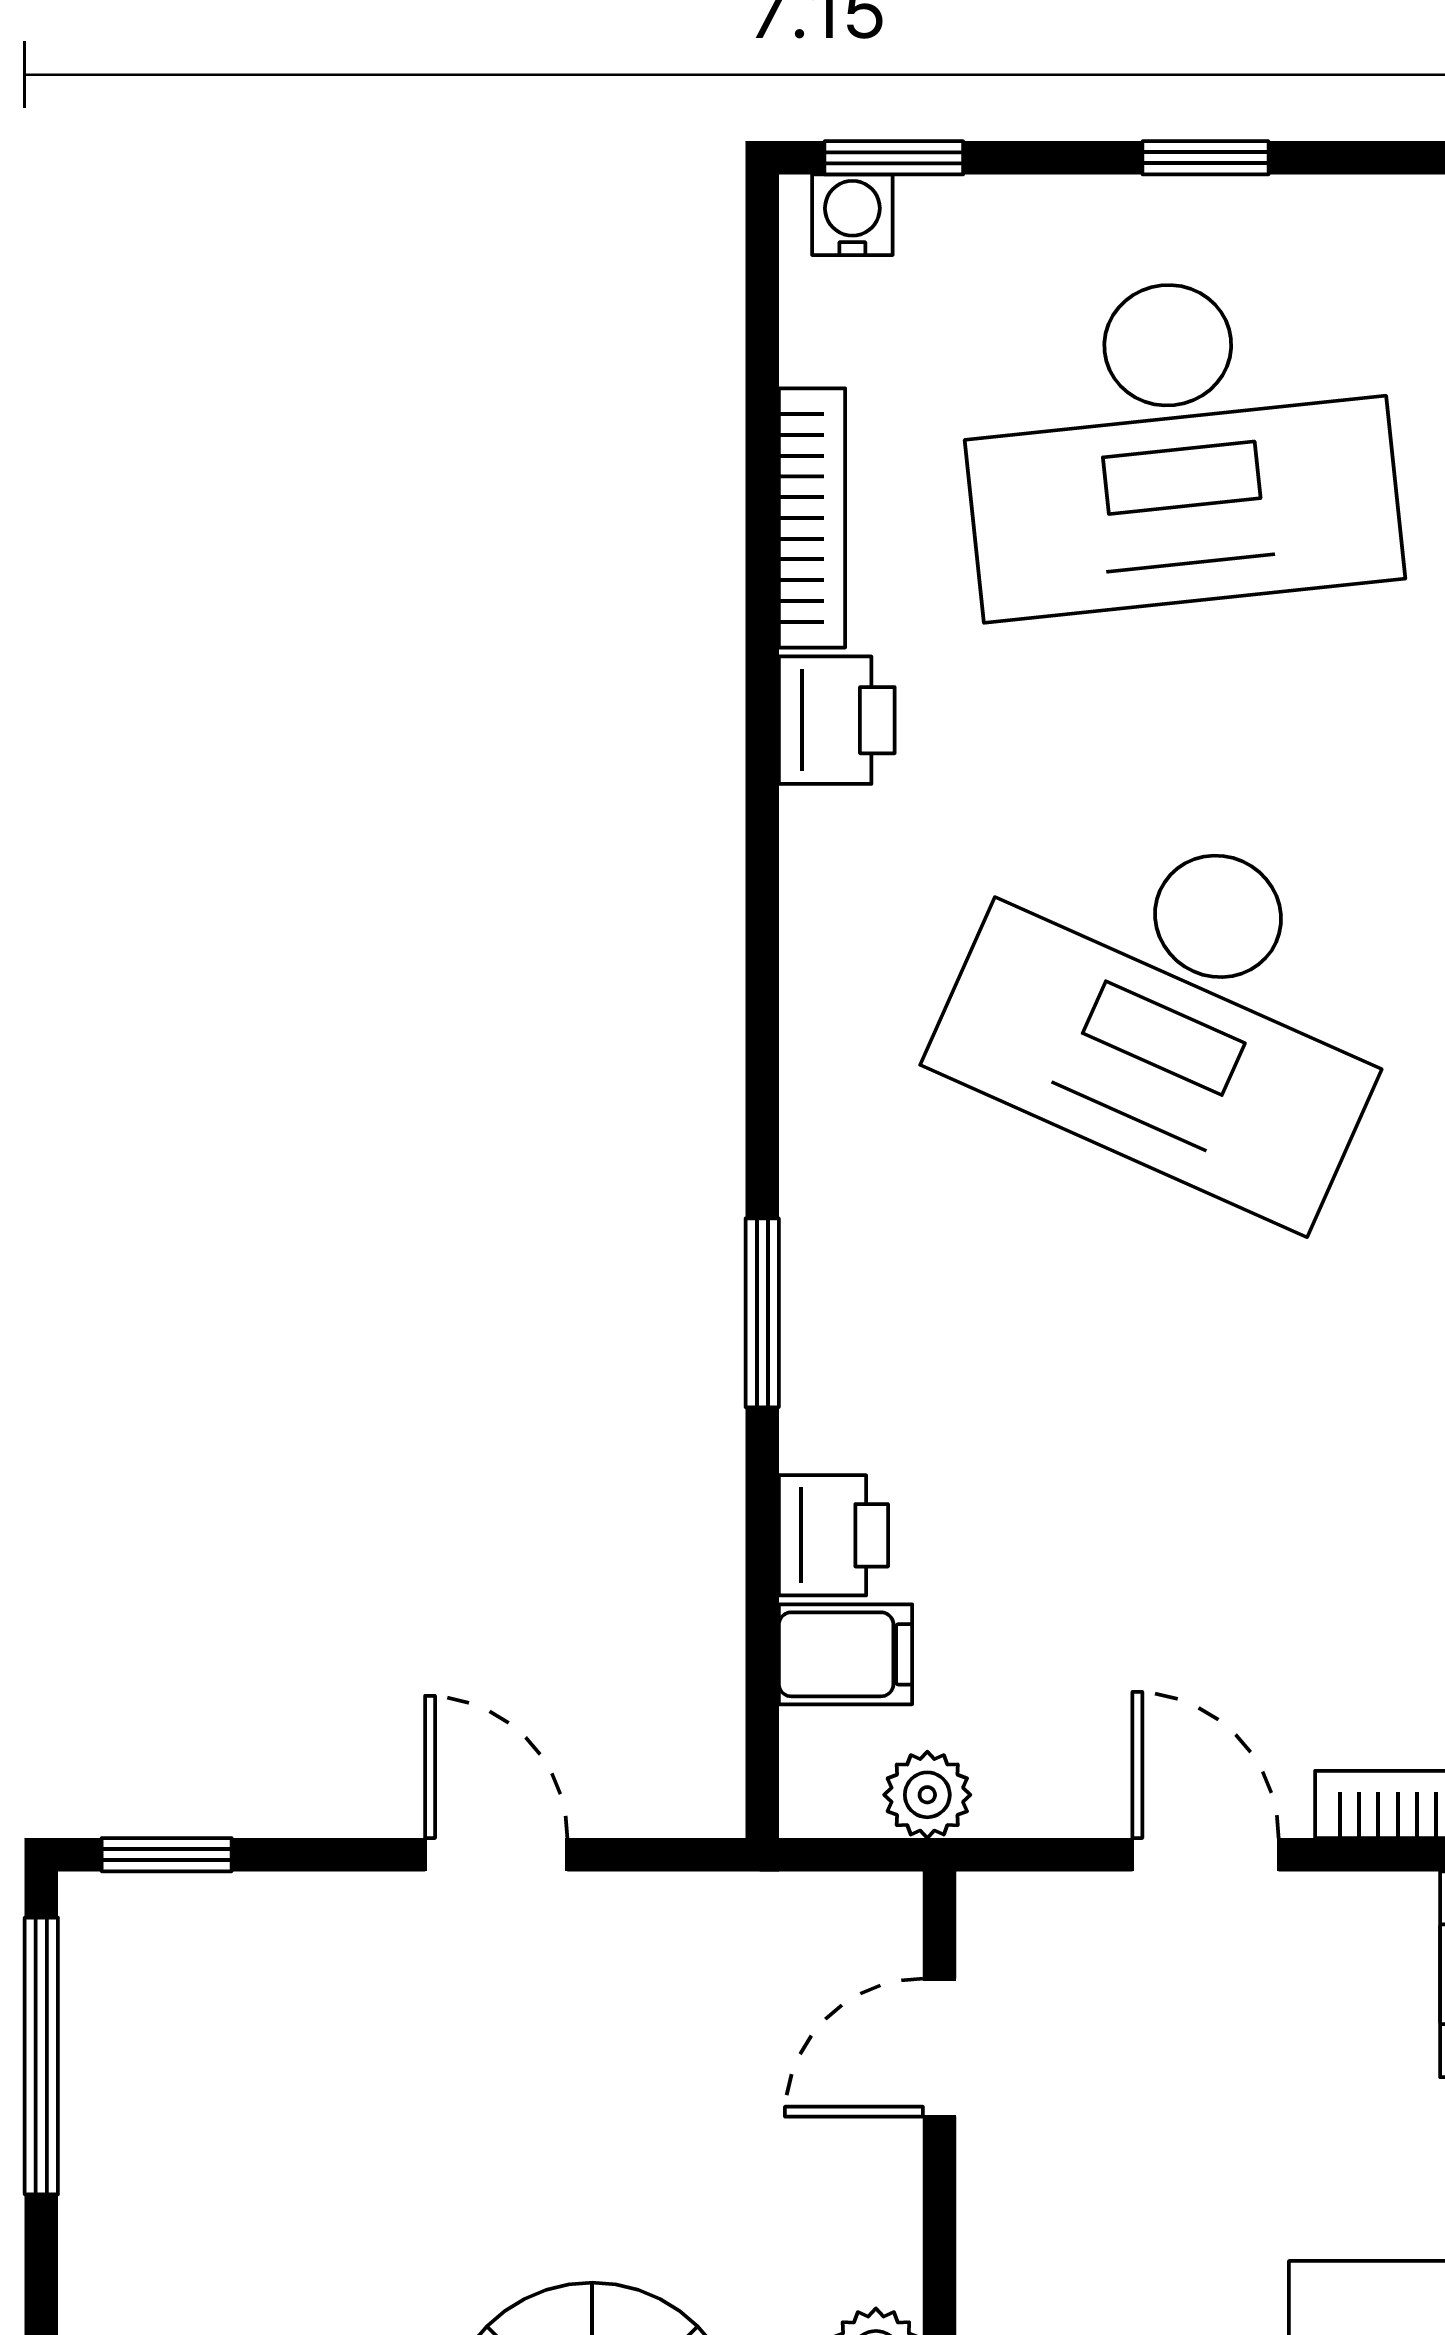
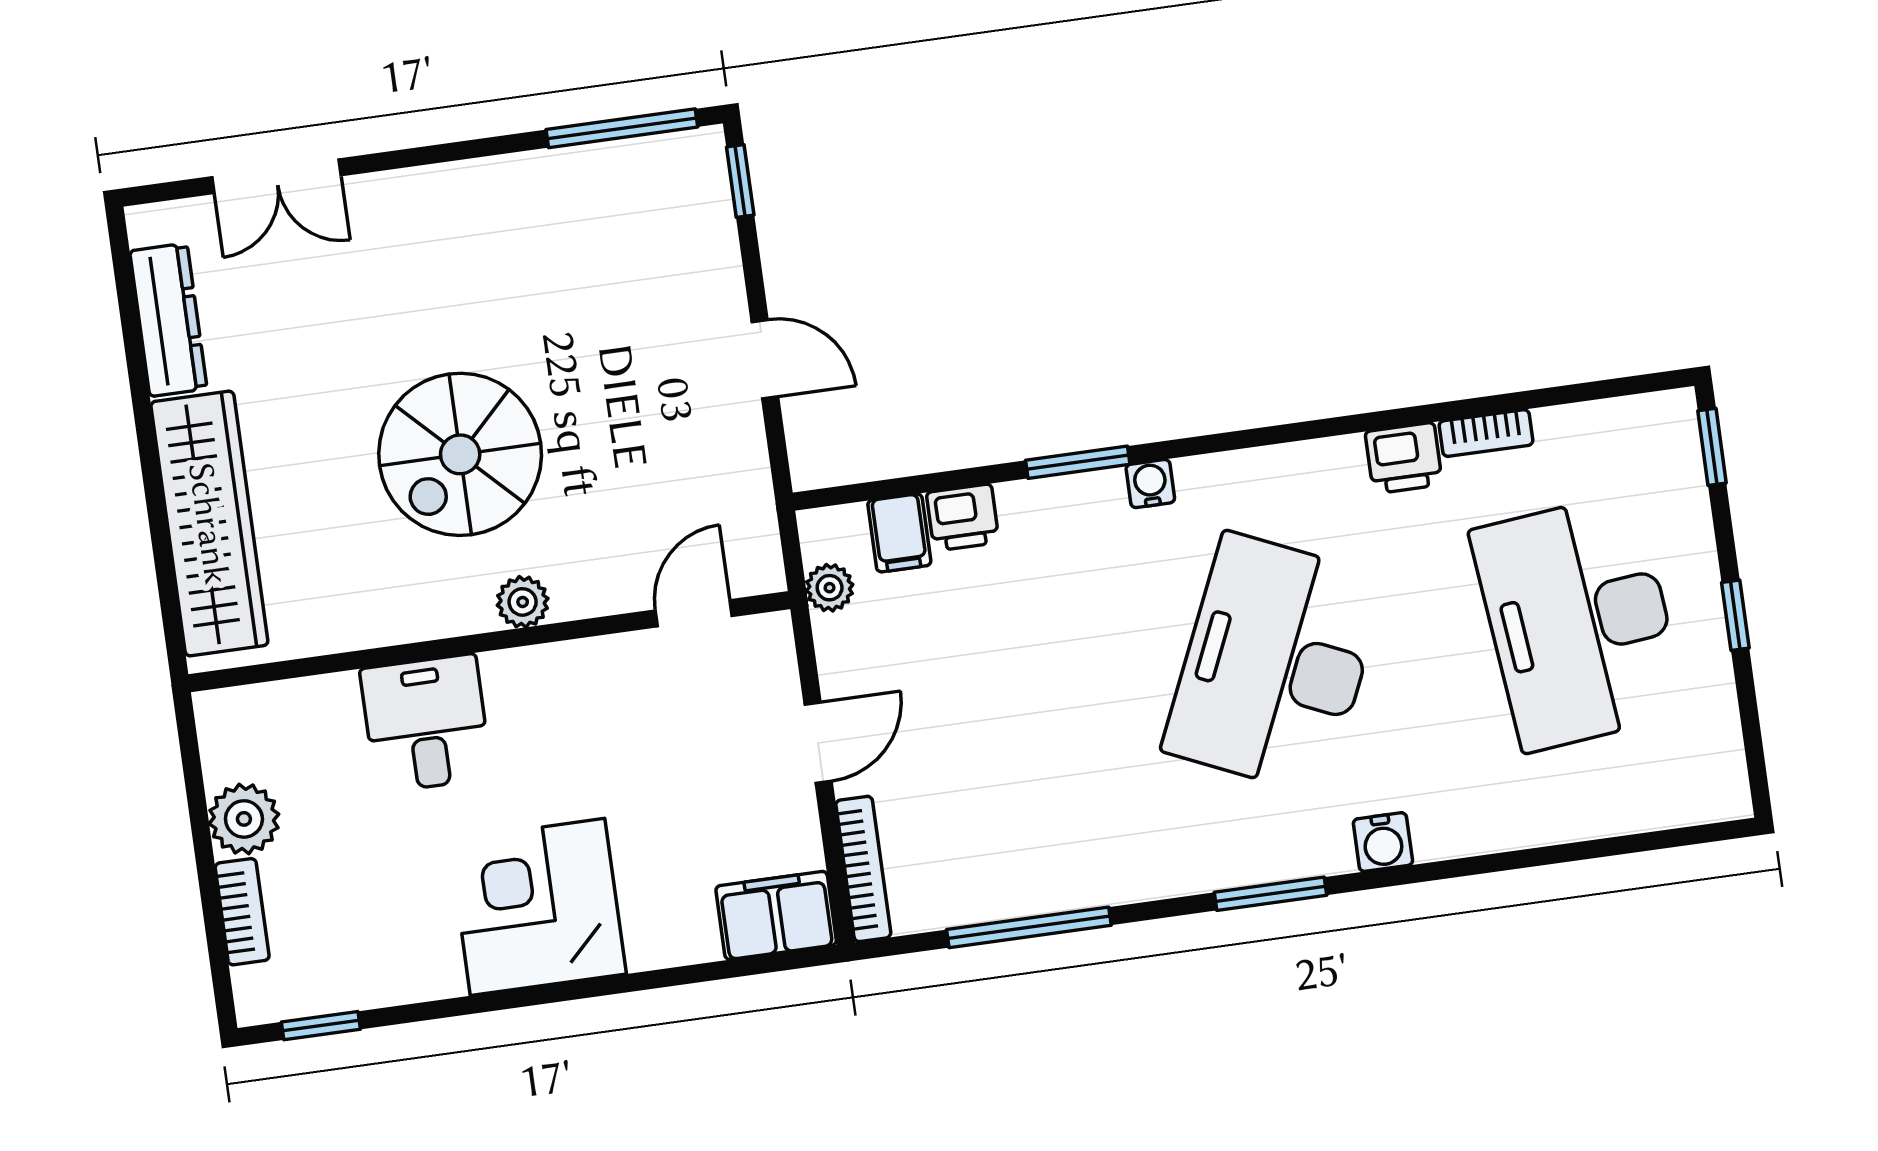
water cooler: (852, 215) -> (1150, 484), moved, turned -90
bookcase: (812, 518) -> (1486, 433), width x0.64
door: (496, 1855) -> (765, 359), hinge flipped
door: (940, 2048) -> (694, 613), hinge flipped

